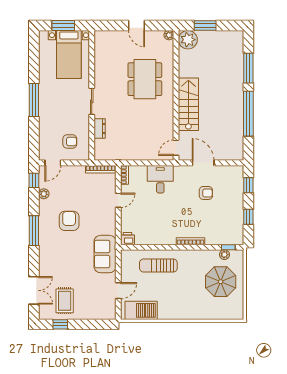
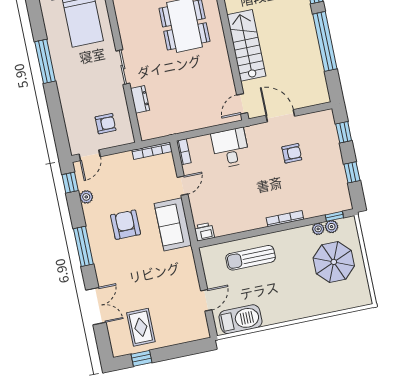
window: (34, 100) -> (45, 61), moved
sofa: (105, 254) -> (173, 224), moved
plant: (214, 254) -> (318, 229), added
double door: (34, 290) -> (96, 306), moved

